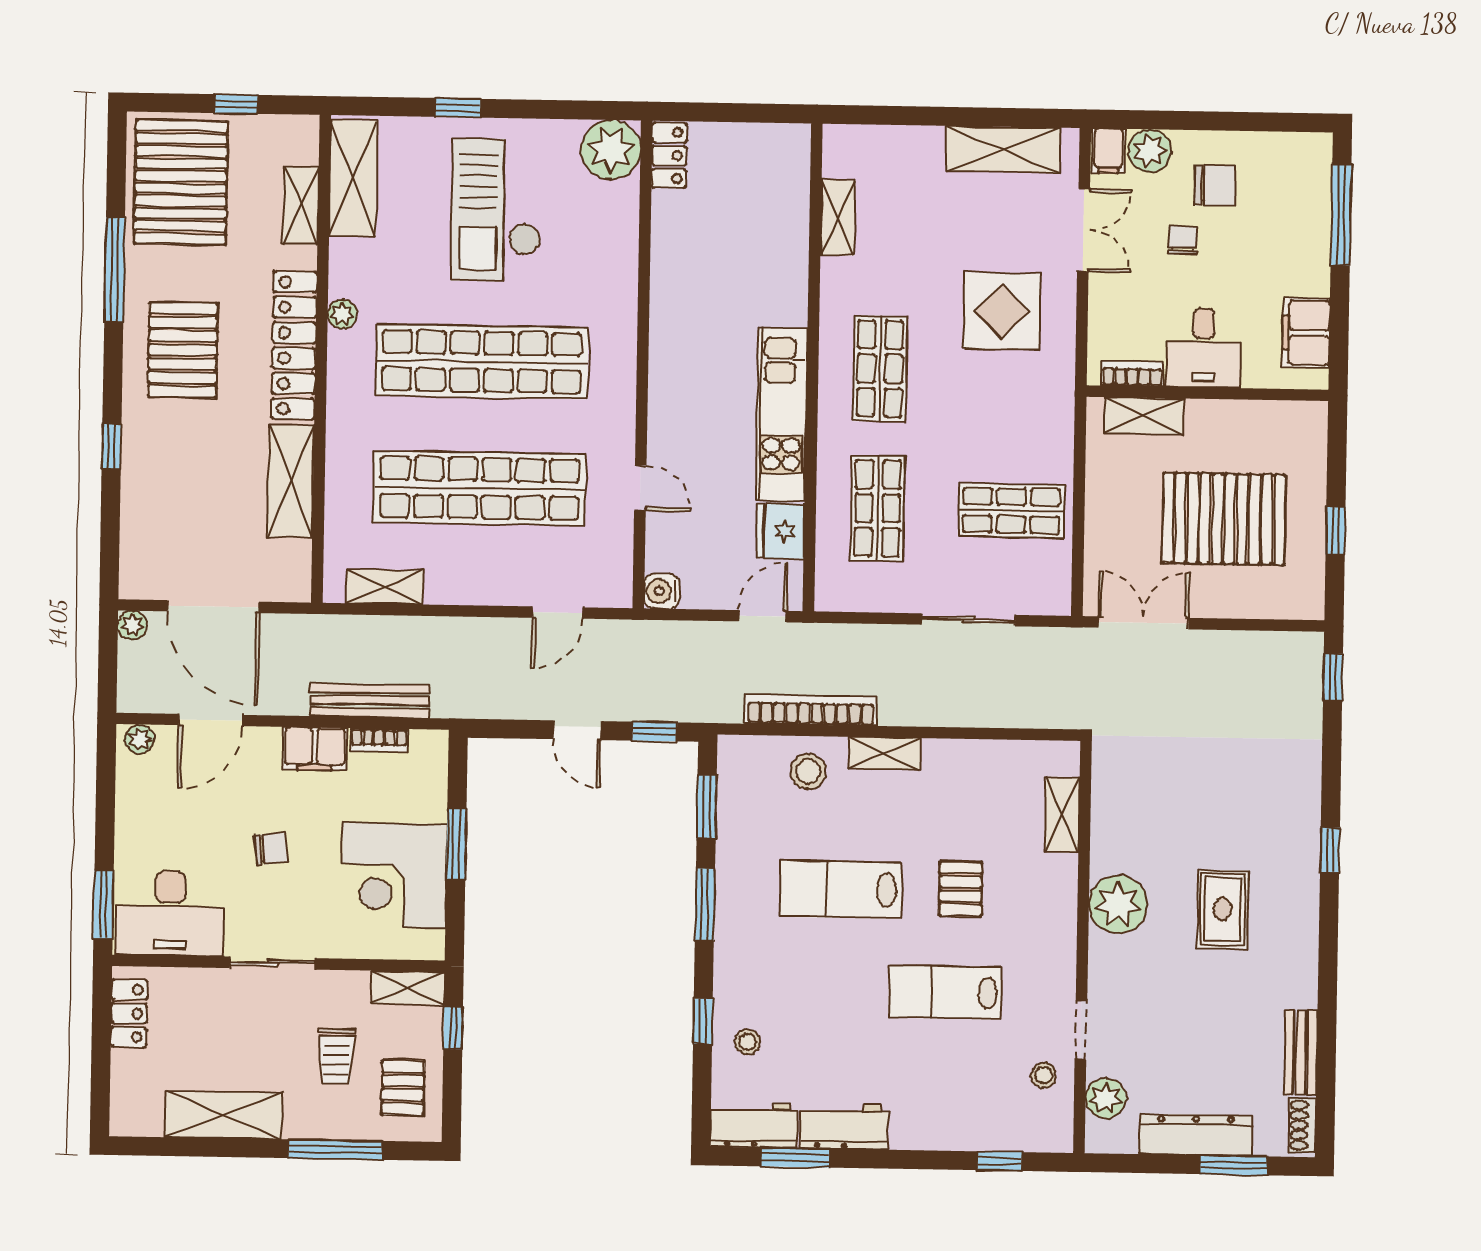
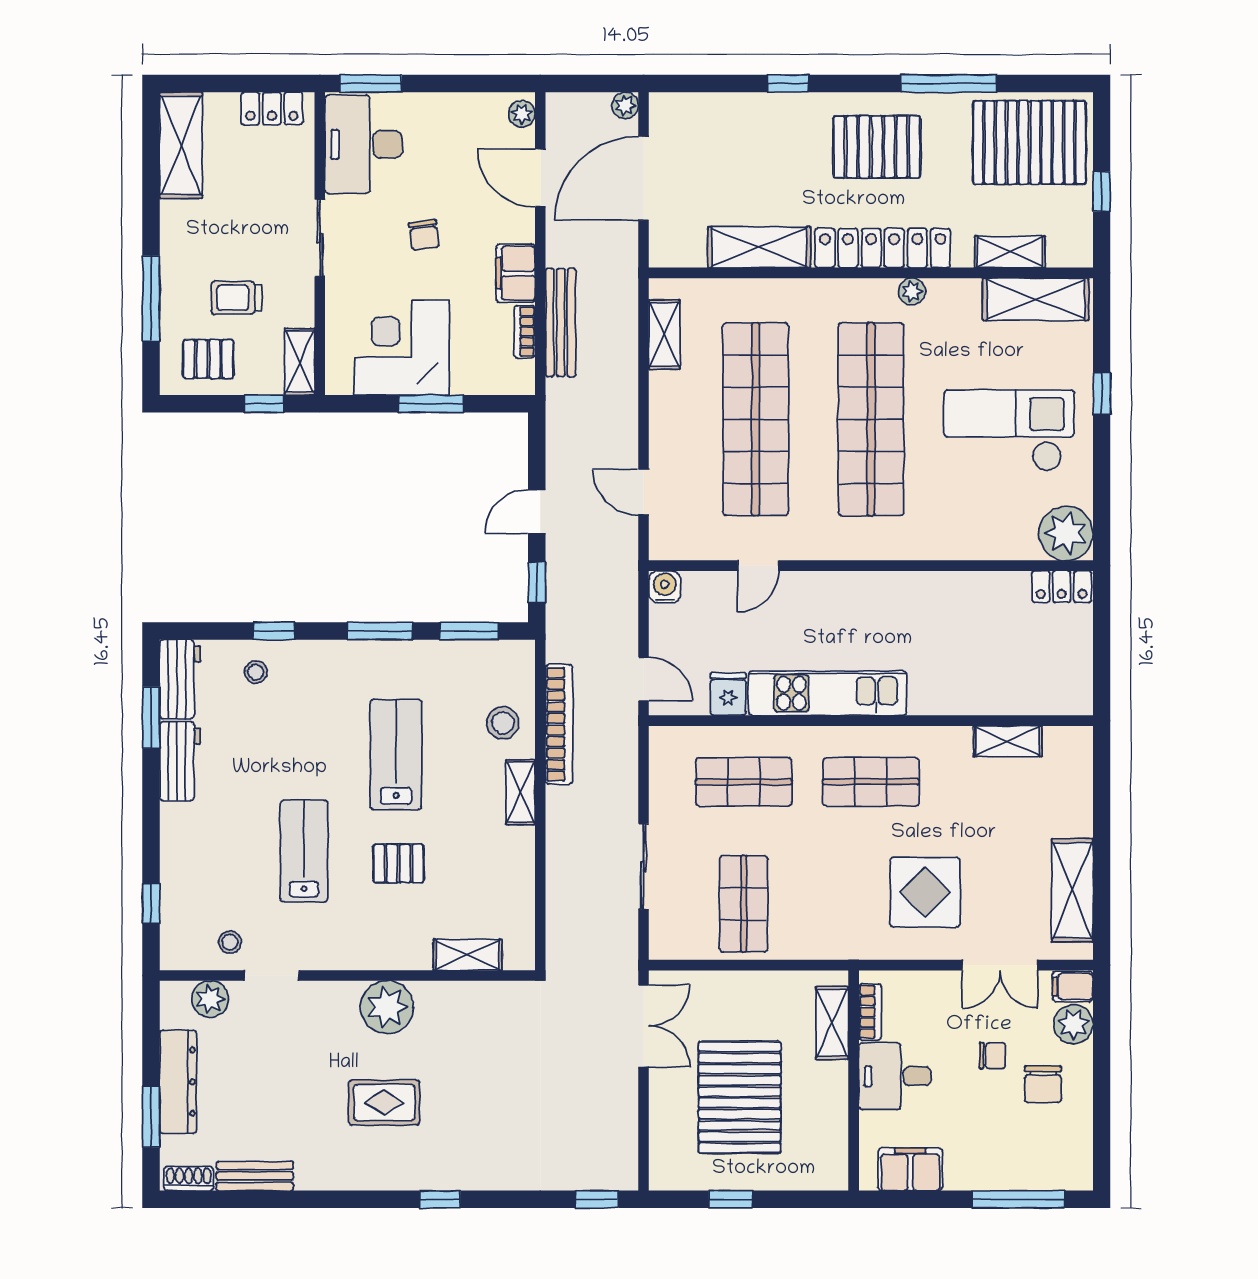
fridge: (781, 531) -> (728, 694), width x0.72
shelving: (224, 1115) -> (181, 145), moved

